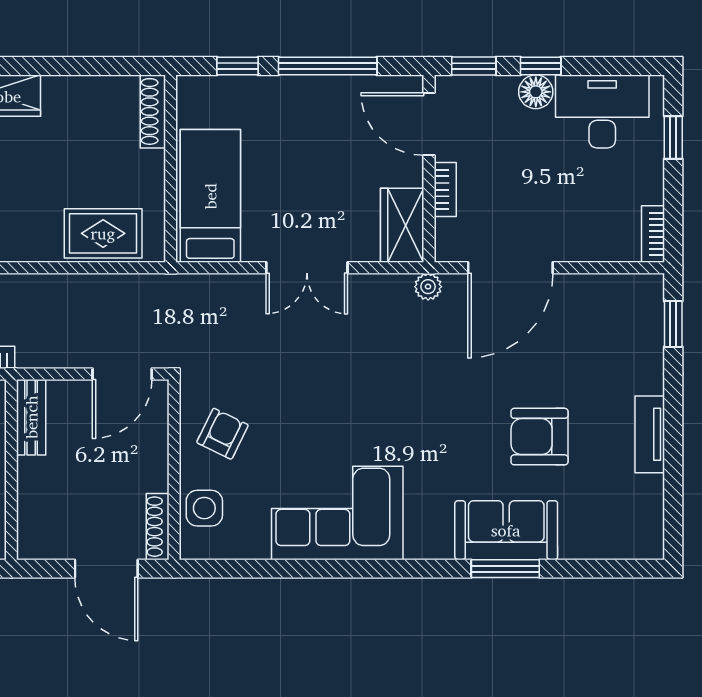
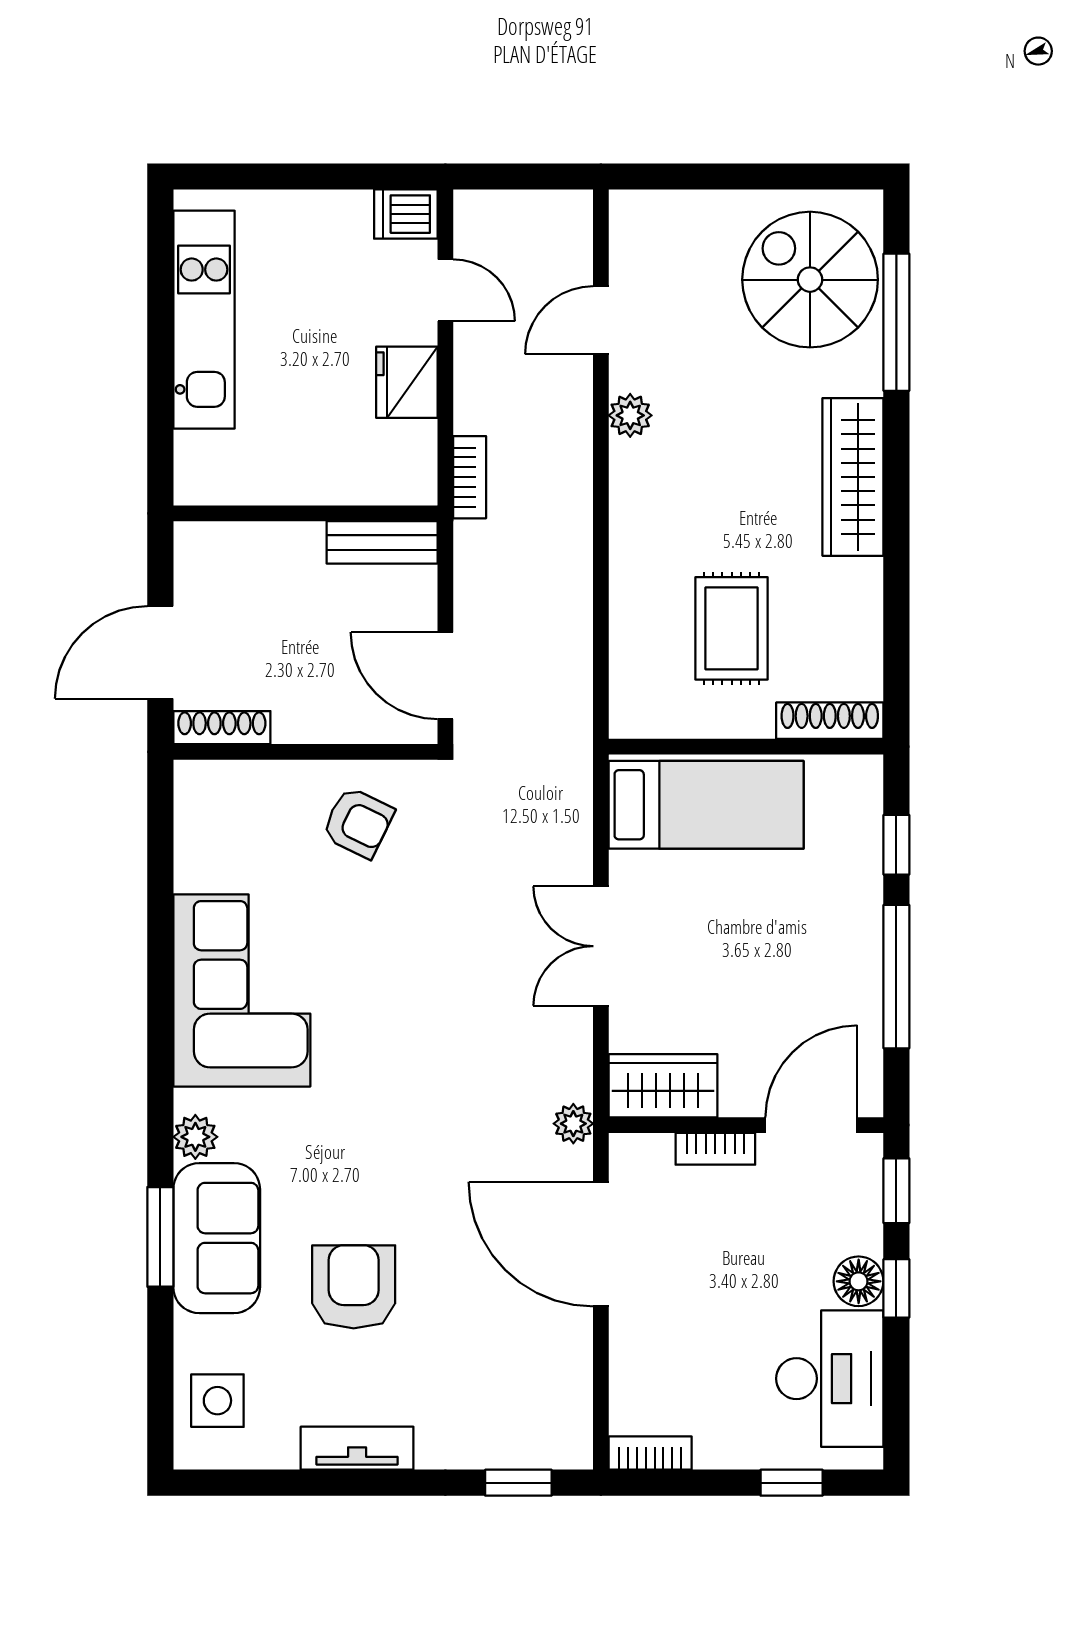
rug: (103, 233) -> (732, 628), moved
side table: (204, 508) -> (217, 1401), moved
plant: (437, 545) -> (195, 1137), added

